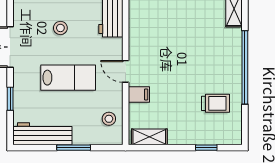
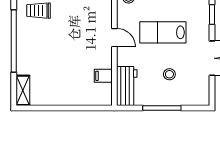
filing cabinet: (139, 94) -> (103, 76), moved

